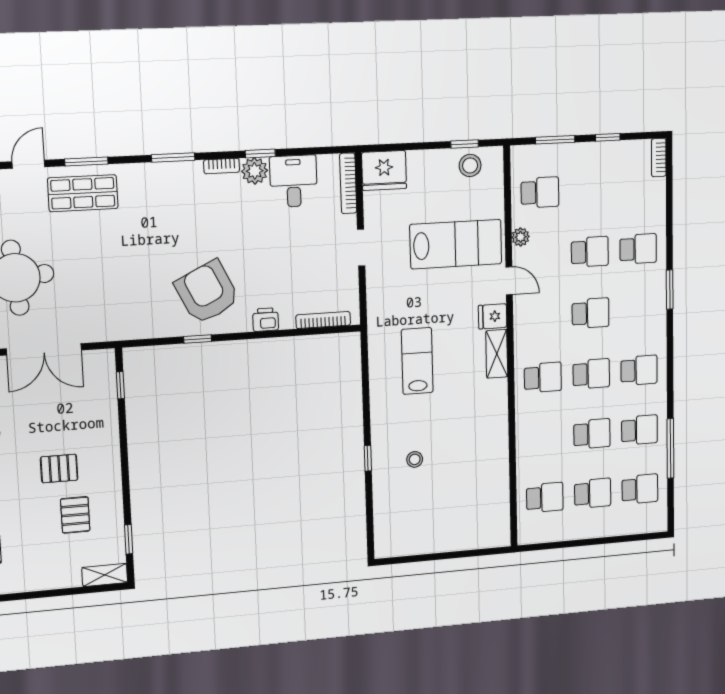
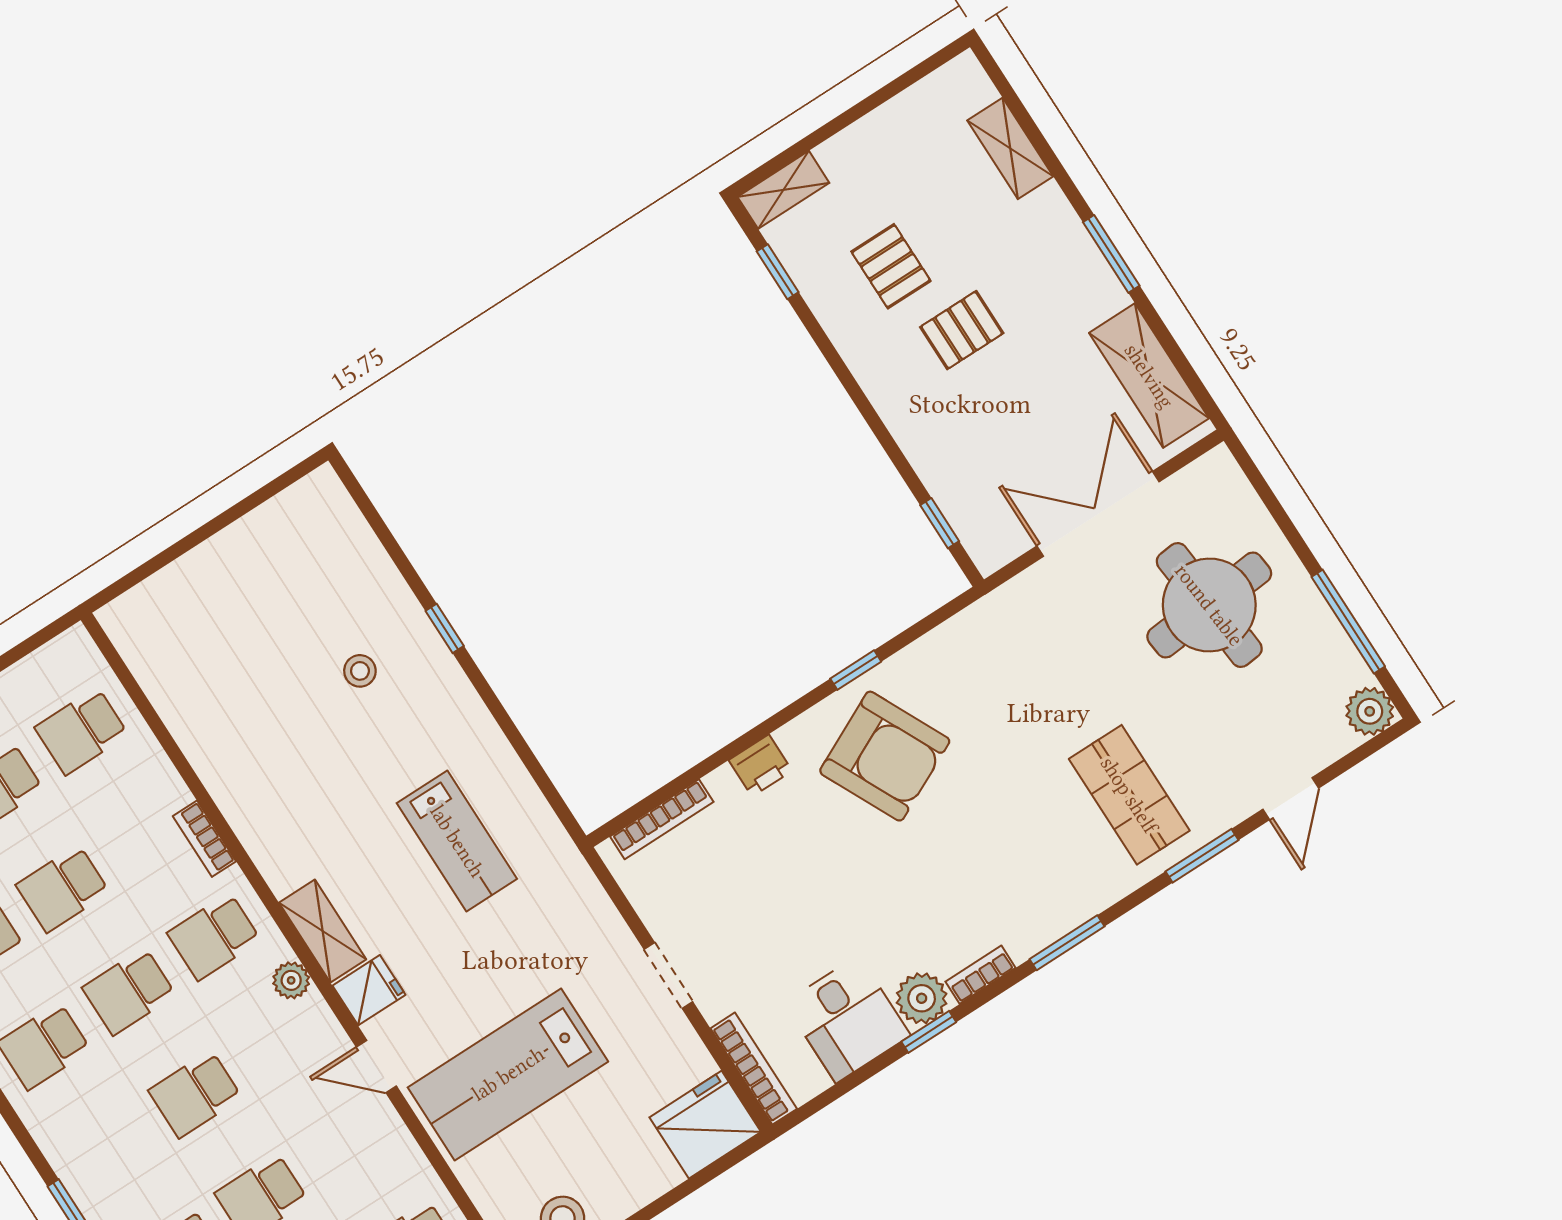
shop shelf: (83, 193) -> (1129, 795), moved, turned 90
plant: (521, 237) -> (291, 980), moved
bookcase: (522, 422) -> (204, 839), added

